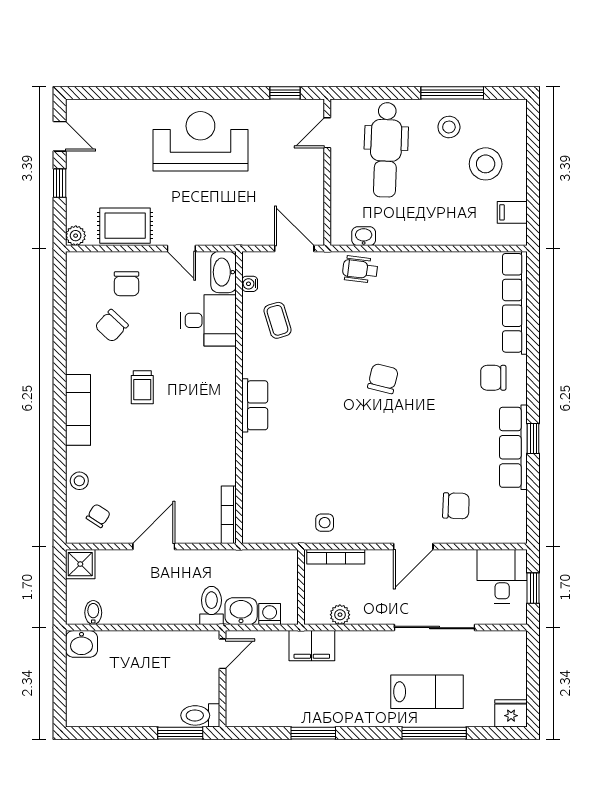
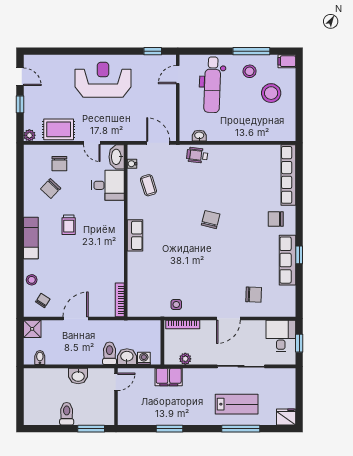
filing cabinet: (512, 212) -> (287, 61), moved
washbasin: (81, 644) -> (78, 376), moved
toilet: (200, 715) -> (67, 414), moved, turned 90

